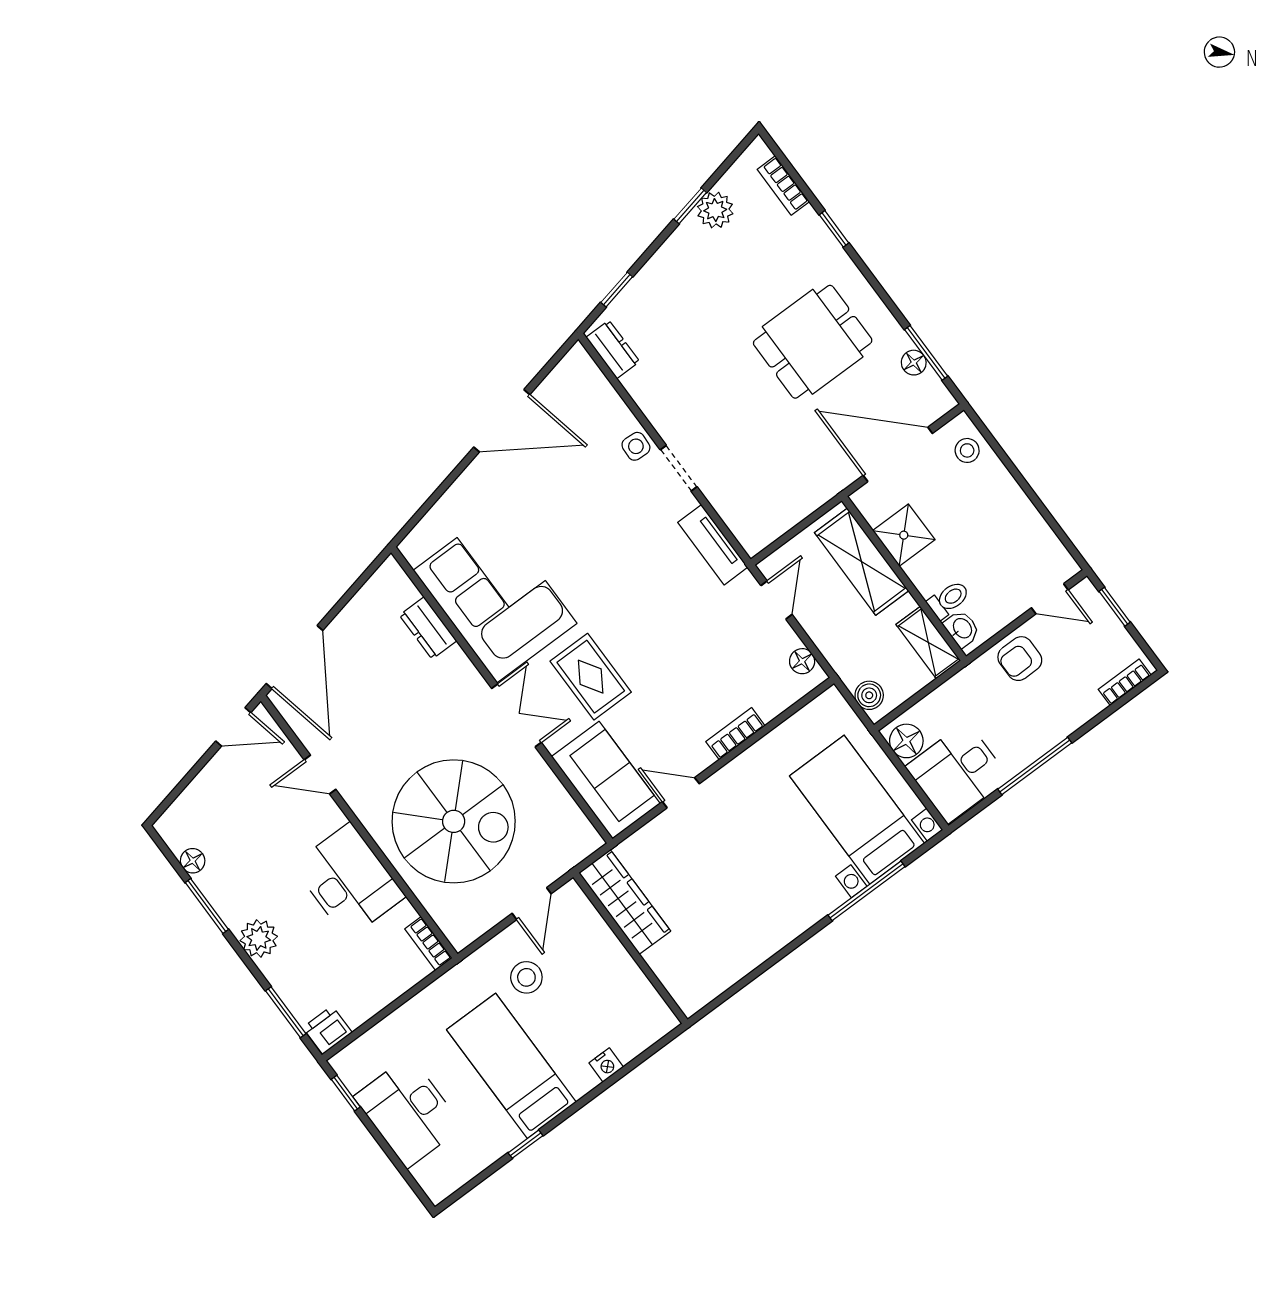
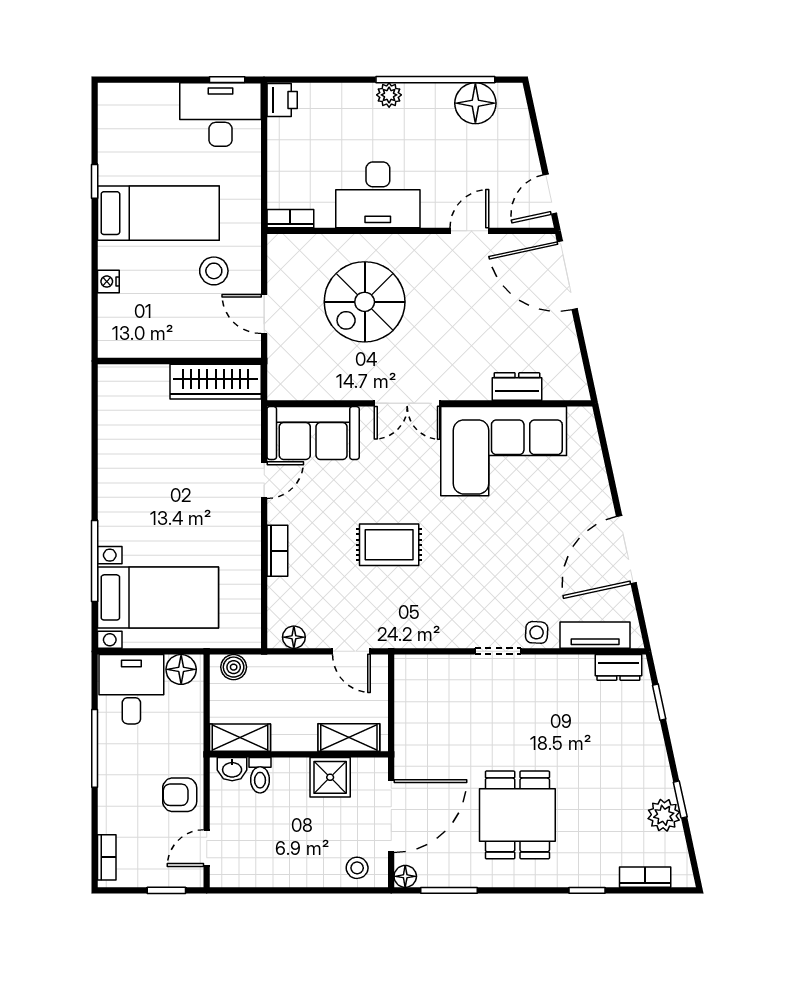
floor lamp: (914, 363) -> (405, 876), moved
tv unit: (713, 545) -> (595, 635), moved
shelving: (862, 562) -> (349, 737), width x0.67, depth x0.75
armchair: (1020, 659) -> (180, 795), turned -90
rug: (591, 677) -> (389, 545), moved
spiral stairs: (454, 821) -> (365, 302), width x0.73, depth x0.73
floor lamp: (193, 861) -> (475, 103), width x1.89, depth x1.89
window: (207, 906) -> (435, 80), width x2.11
plant: (259, 938) -> (389, 95), width x0.73, depth x0.73
window: (286, 1012) -> (317, 80), removed
desk: (408, 1112) -> (220, 115), moved

